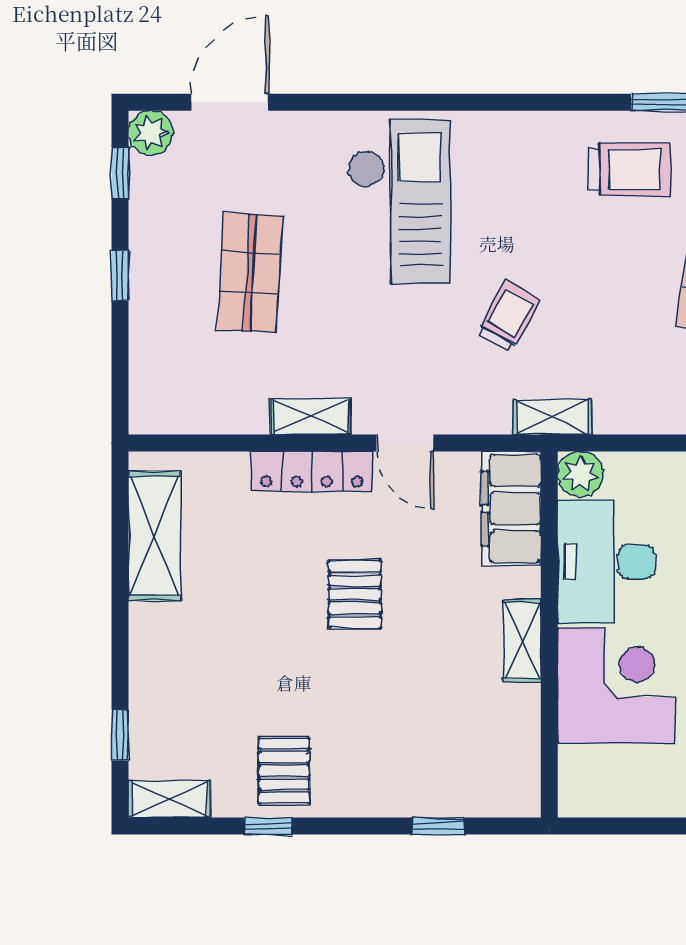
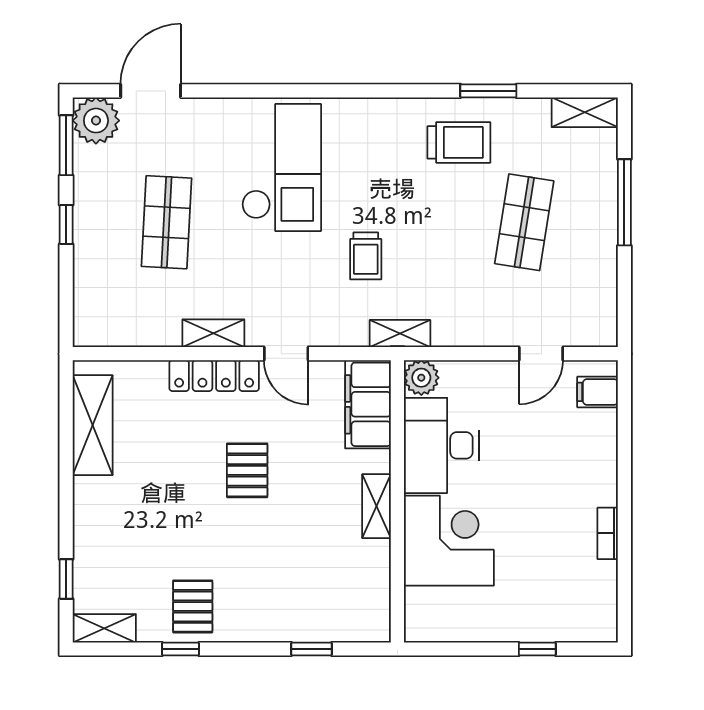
plant: (151, 133) -> (96, 121), width x1.36, depth x1.36
window: (120, 173) -> (66, 145), width x1.50
trolley: (508, 316) -> (366, 256), turned 151

